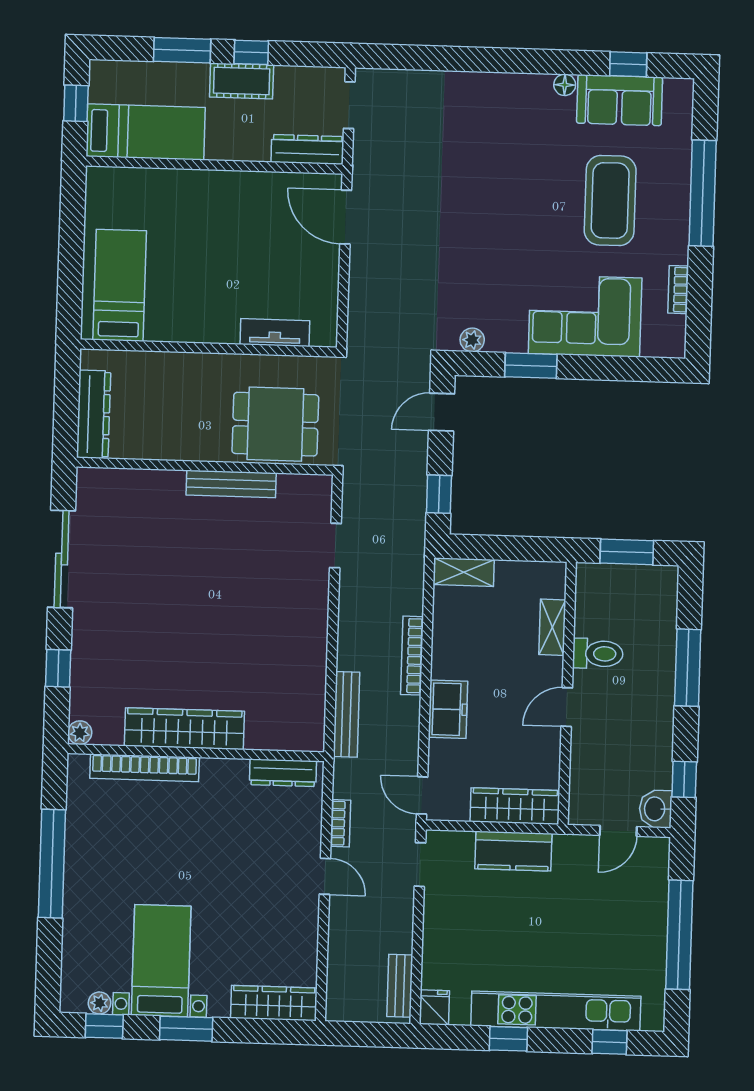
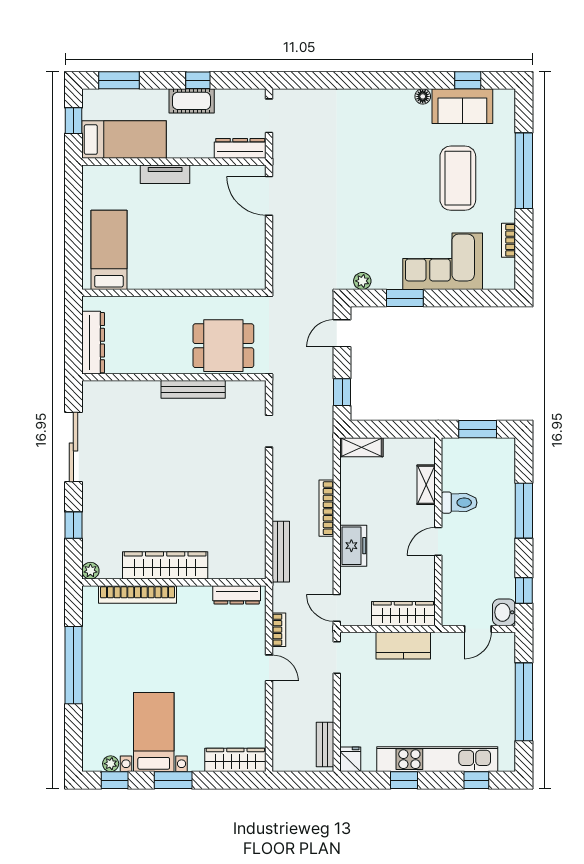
window: (182, 50) -> (119, 80), moved
tv unit: (275, 333) -> (165, 174), moved, turned 180

